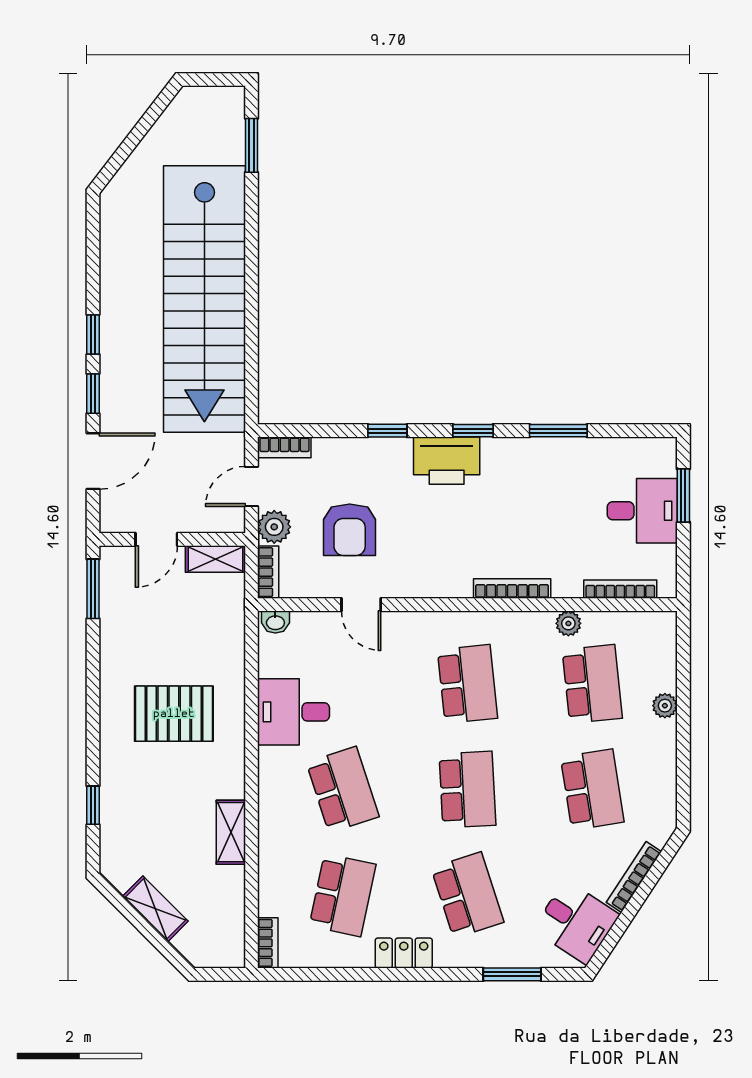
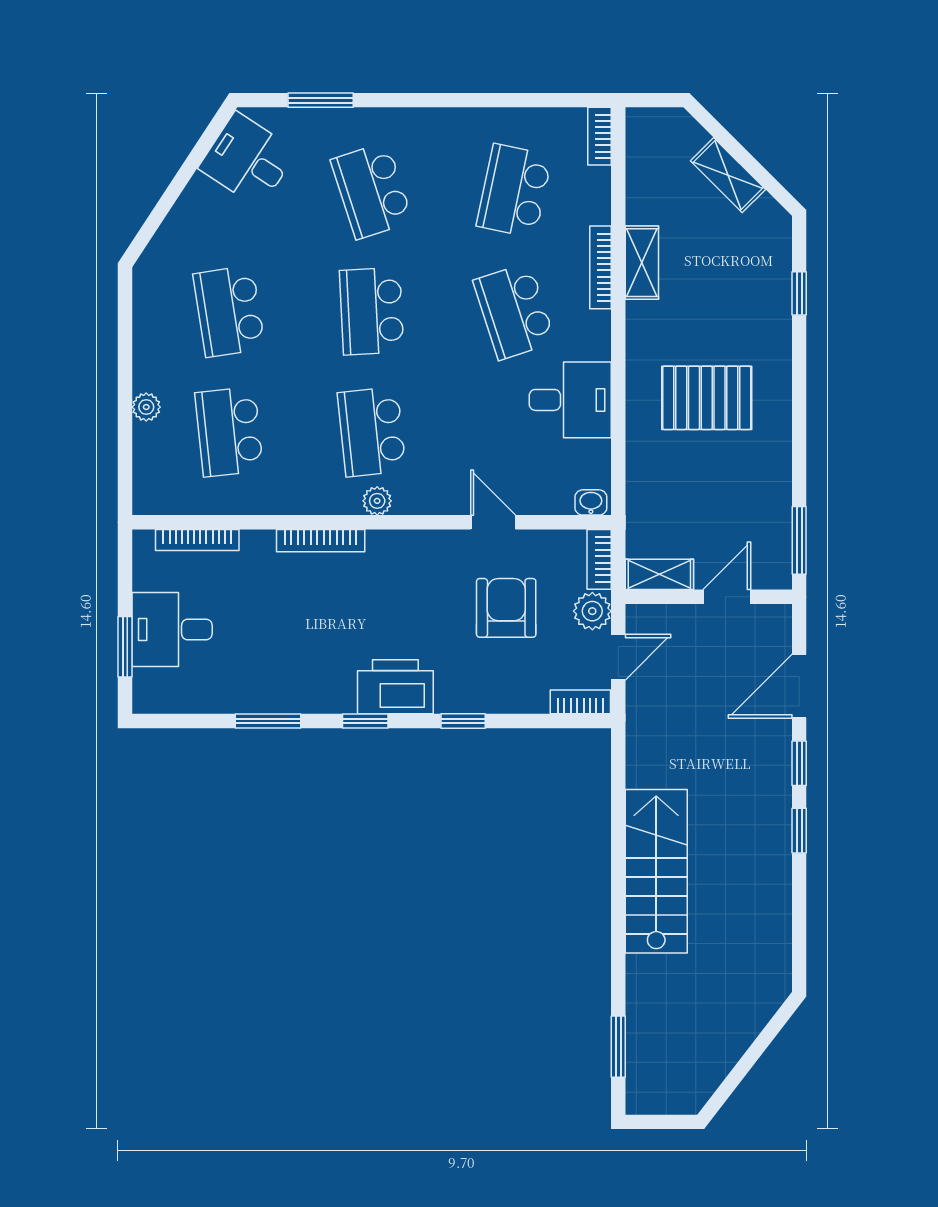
stairs: (204, 299) -> (656, 871), width x0.54, depth x0.66
plant: (568, 623) -> (377, 501), moved
bookcase: (634, 877) -> (600, 267), moved, turned 147
locker: (404, 953) -> (444, 124), removed

